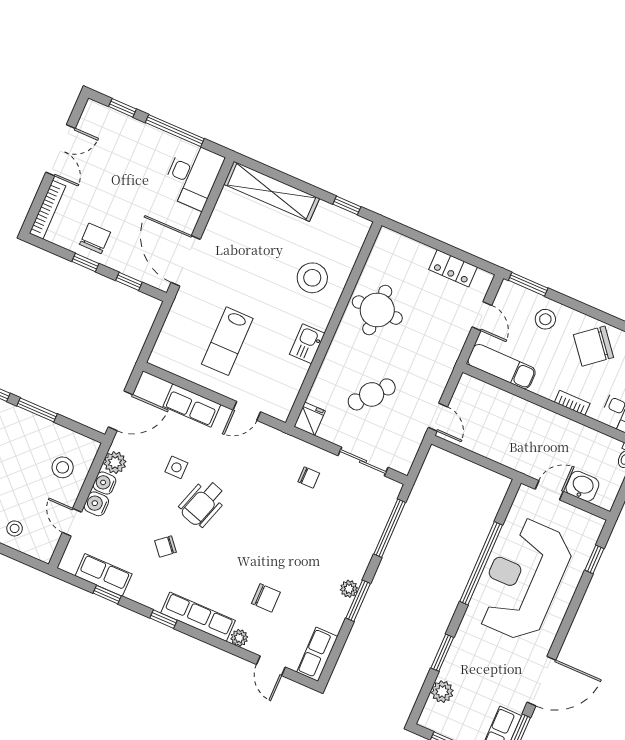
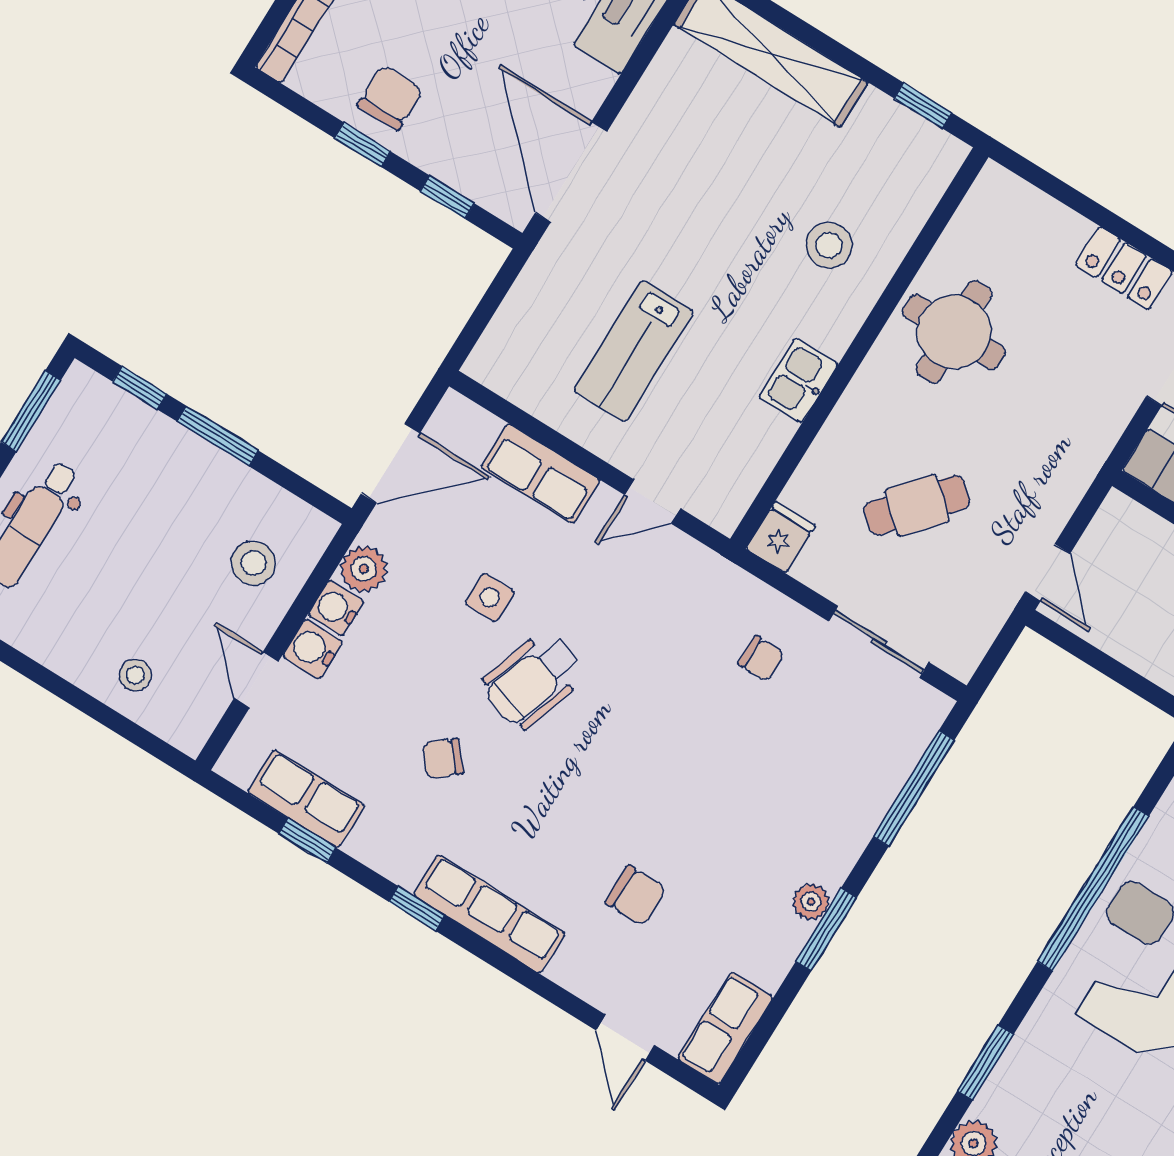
stool: (312, 278) -> (829, 245), width x0.73, depth x0.73
plant: (239, 638) -> (568, 970), removed

